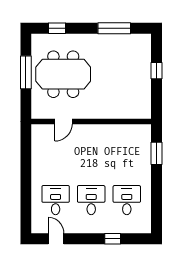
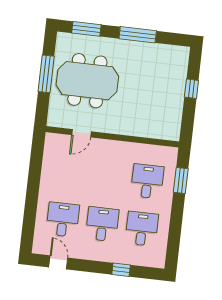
window: (57, 28) -> (86, 29), width x1.50
window: (114, 28) -> (138, 35), moved
desk: (127, 157) -> (147, 181), added

